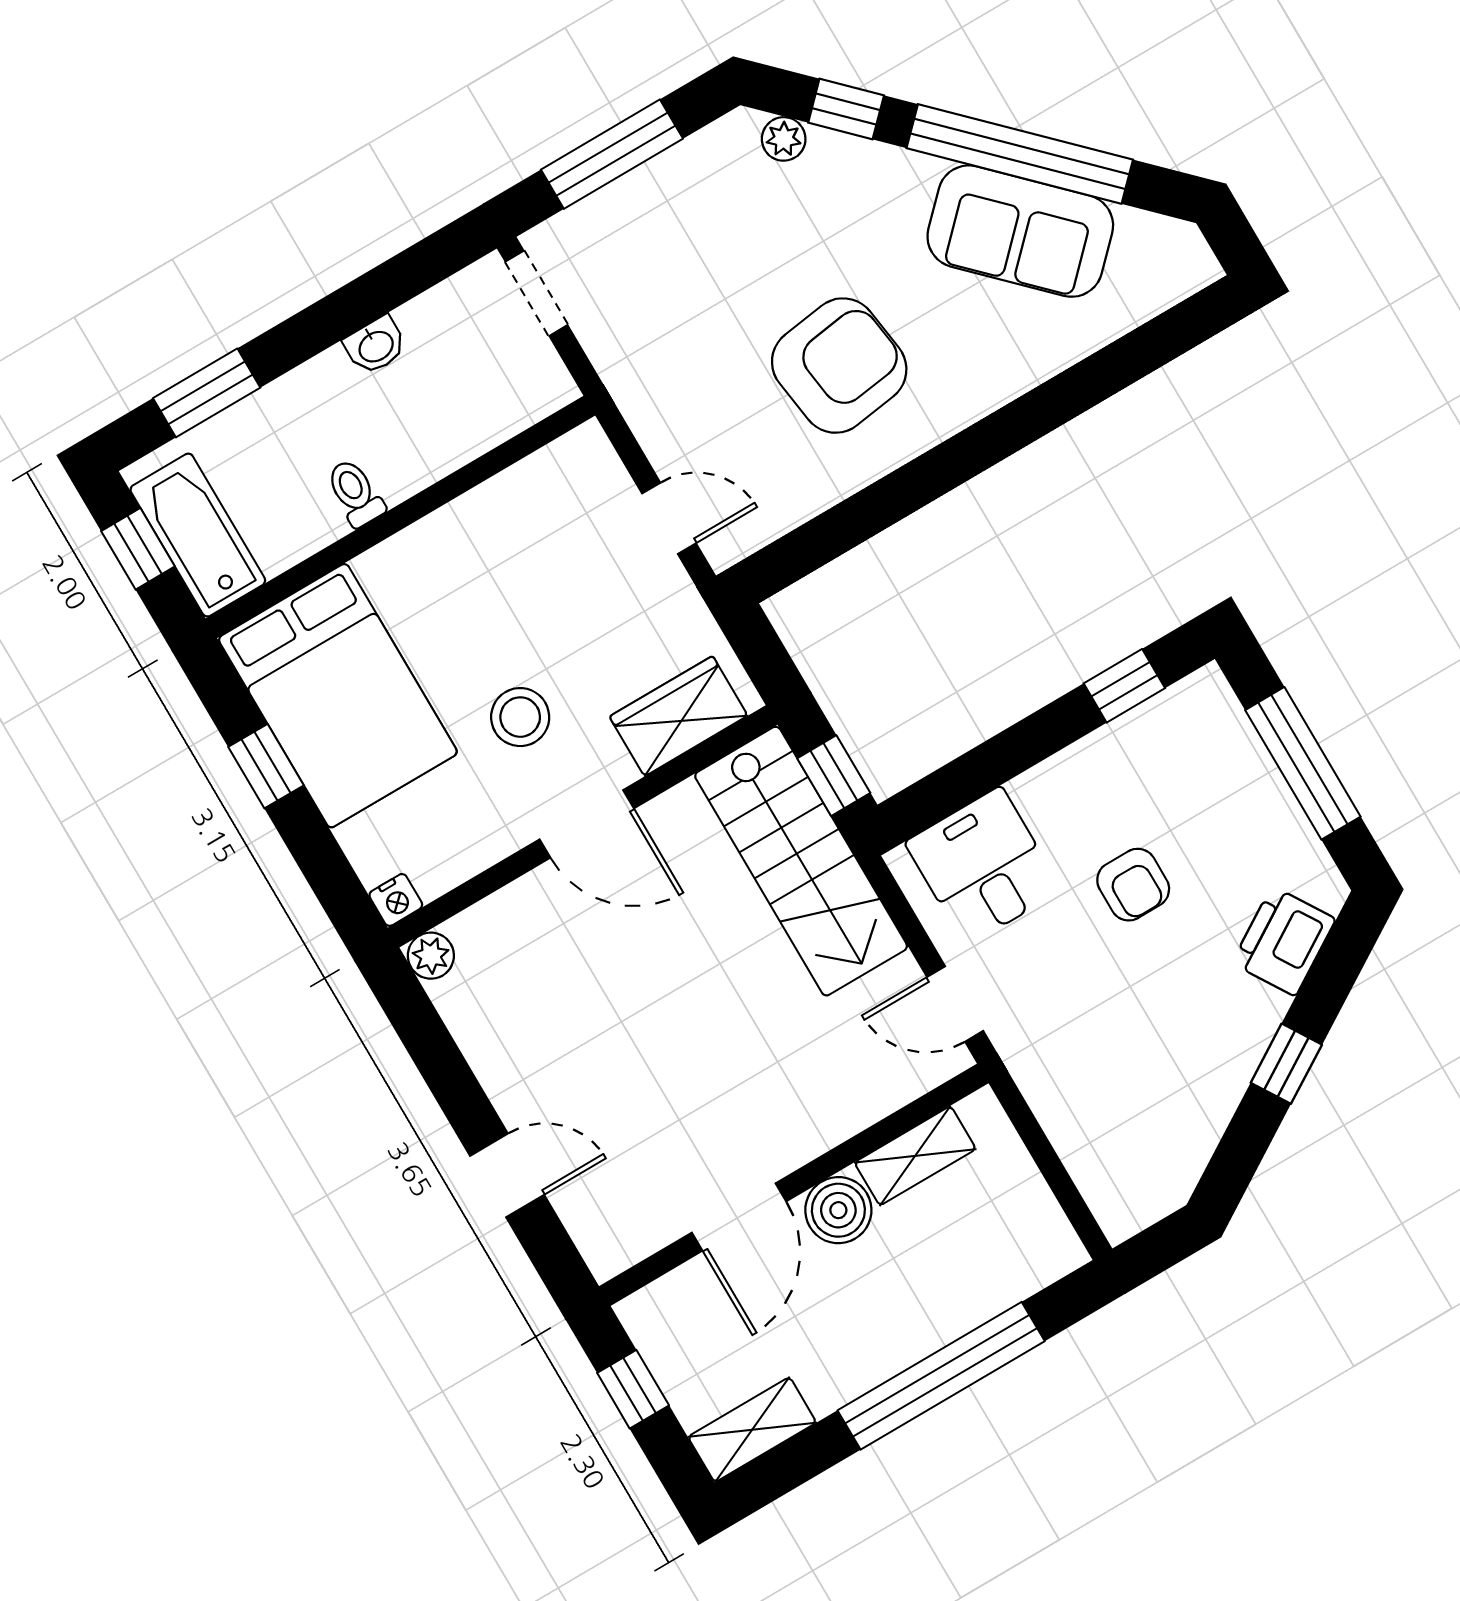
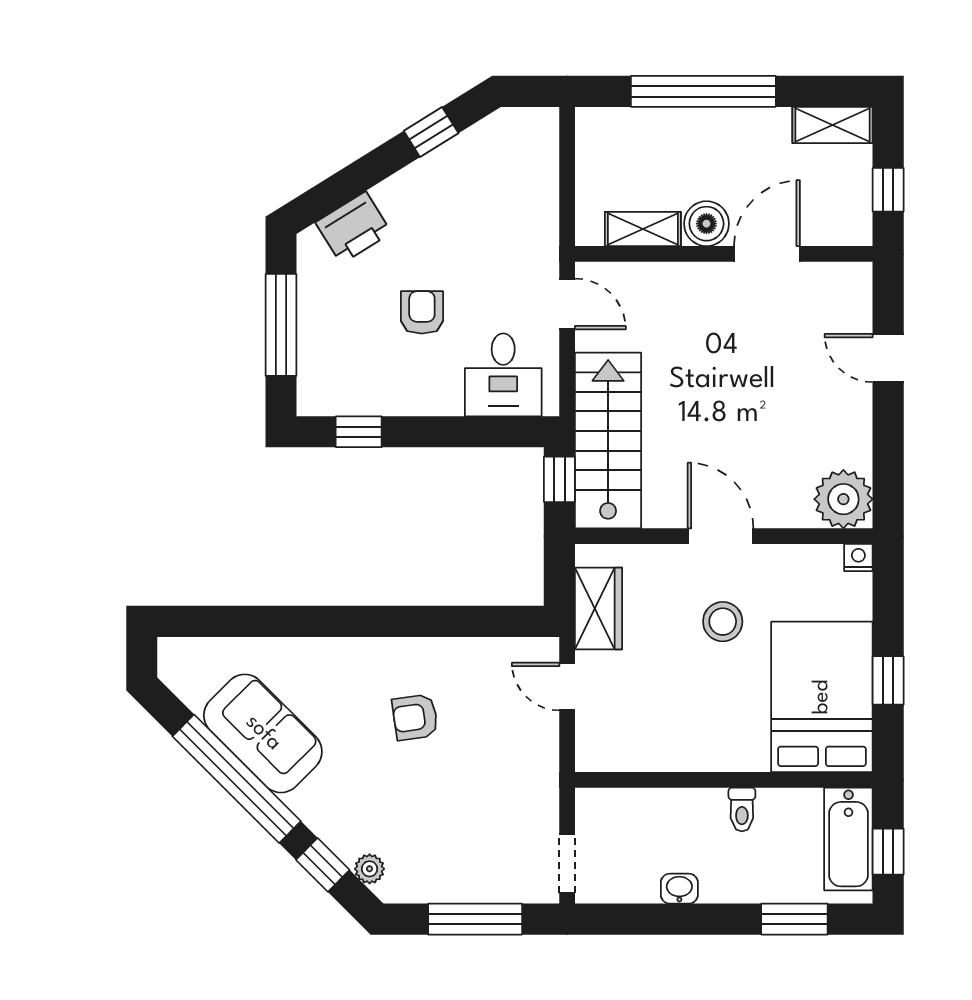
armchair: (839, 366) -> (415, 717), width x0.53, depth x0.53
wardrobe: (679, 716) -> (599, 608), moved, turned -90
plant: (431, 956) -> (843, 499), width x1.87, depth x1.87
window: (1286, 1064) -> (431, 132), moved

